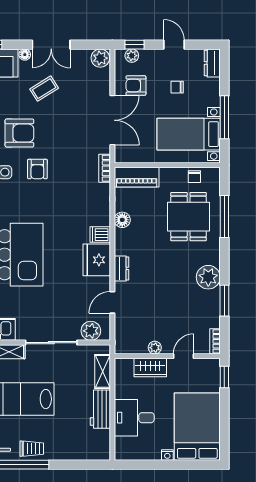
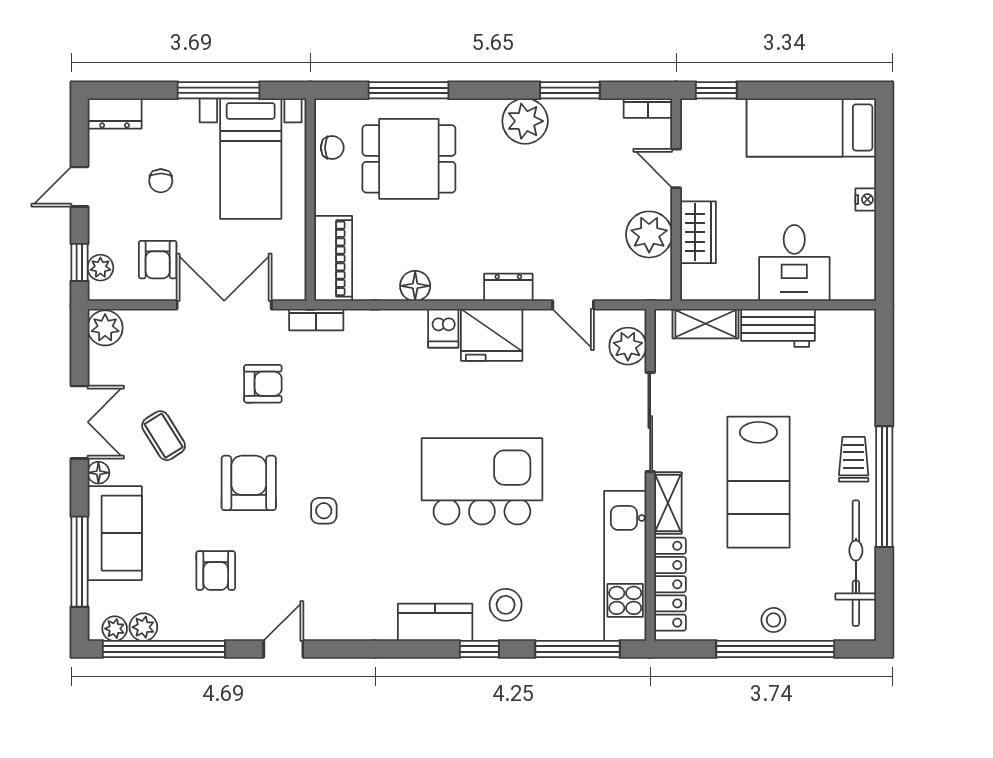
armchair: (37, 169) -> (263, 384), moved
plant: (155, 348) -> (649, 234), width x1.88, depth x1.88
bed: (197, 427) -> (811, 127), width x0.67

